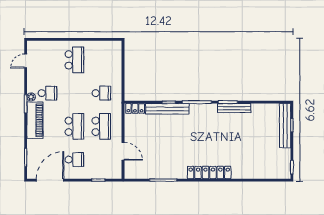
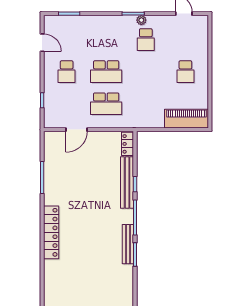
school desk: (74, 60) -> (185, 72), width x0.54
school desk: (101, 93) -> (146, 104), removed
bench: (234, 108) -> (128, 244), moved
piano: (35, 120) -> (186, 119), moved, turned 180
door: (50, 180) -> (42, 43), width x0.53

